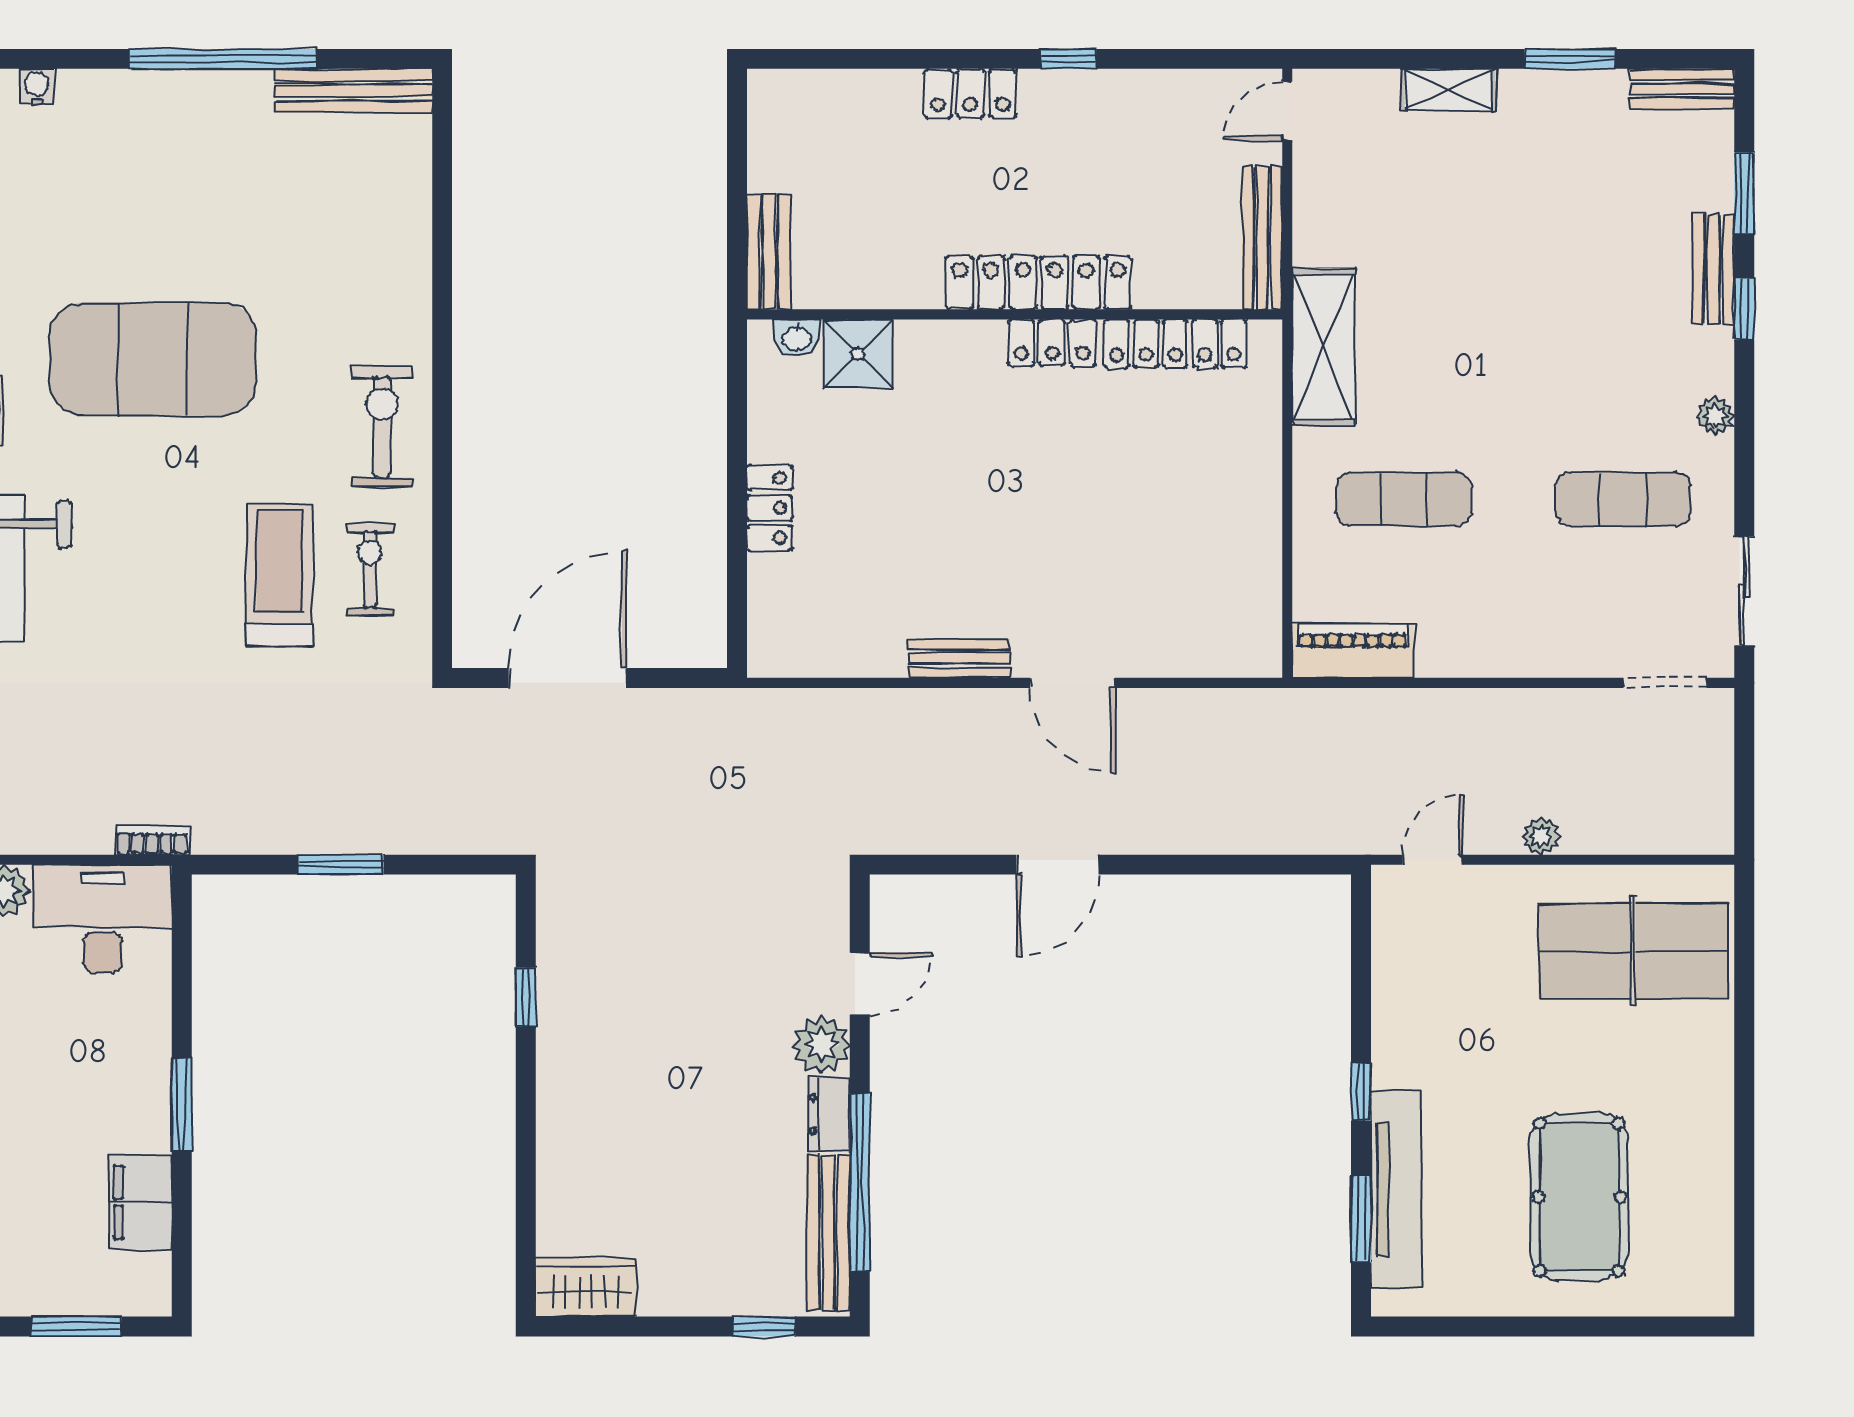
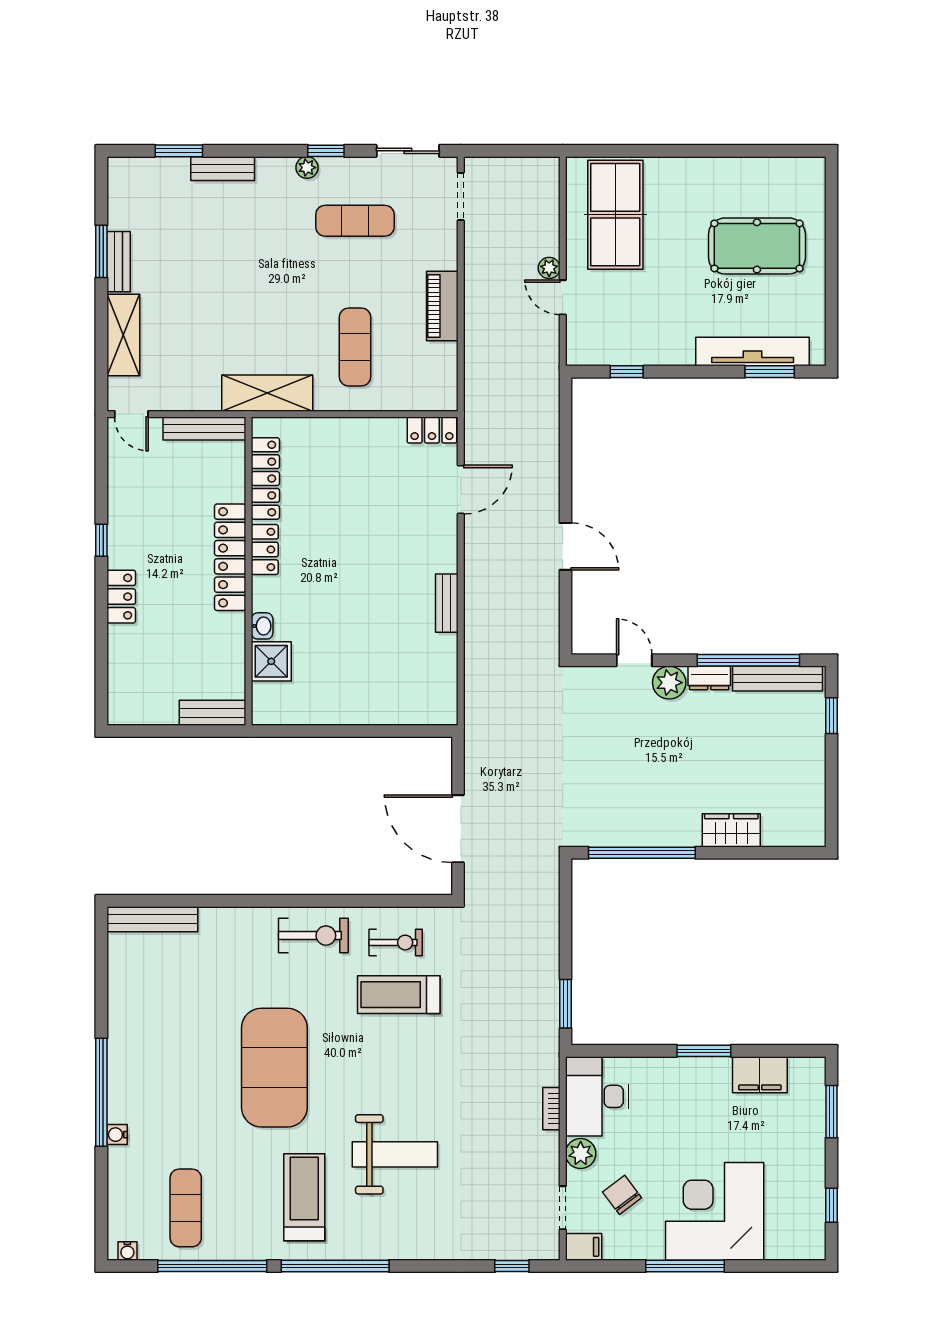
window: (223, 59) -> (101, 1092), moved
bench: (1682, 89) -> (119, 262), moved
shelving: (1448, 90) -> (123, 335), width x1.50, depth x1.33
bench: (354, 91) -> (152, 919), moved, turned 90
window: (1744, 309) -> (326, 151), moved
washbasin: (797, 338) -> (262, 626), moved
exercise bike: (382, 427) -> (313, 936), turned 180
exercise mat: (1623, 499) -> (355, 221), turned 90
locker: (770, 508) -> (432, 430), moved, turned 180
exercise bike: (370, 570) -> (396, 943), turned 180
piano: (1353, 651) -> (442, 306), moved
door: (1073, 683) -> (461, 490), moved
bookcase: (152, 840) -> (551, 1109), moved
door: (1433, 860) -> (563, 297), moved
window: (341, 865) -> (566, 1004), moved
window: (526, 997) -> (642, 853), width x3.17
window: (1361, 1092) -> (627, 372), moved
wardrobe: (586, 1287) -> (731, 830), moved, turned 90

